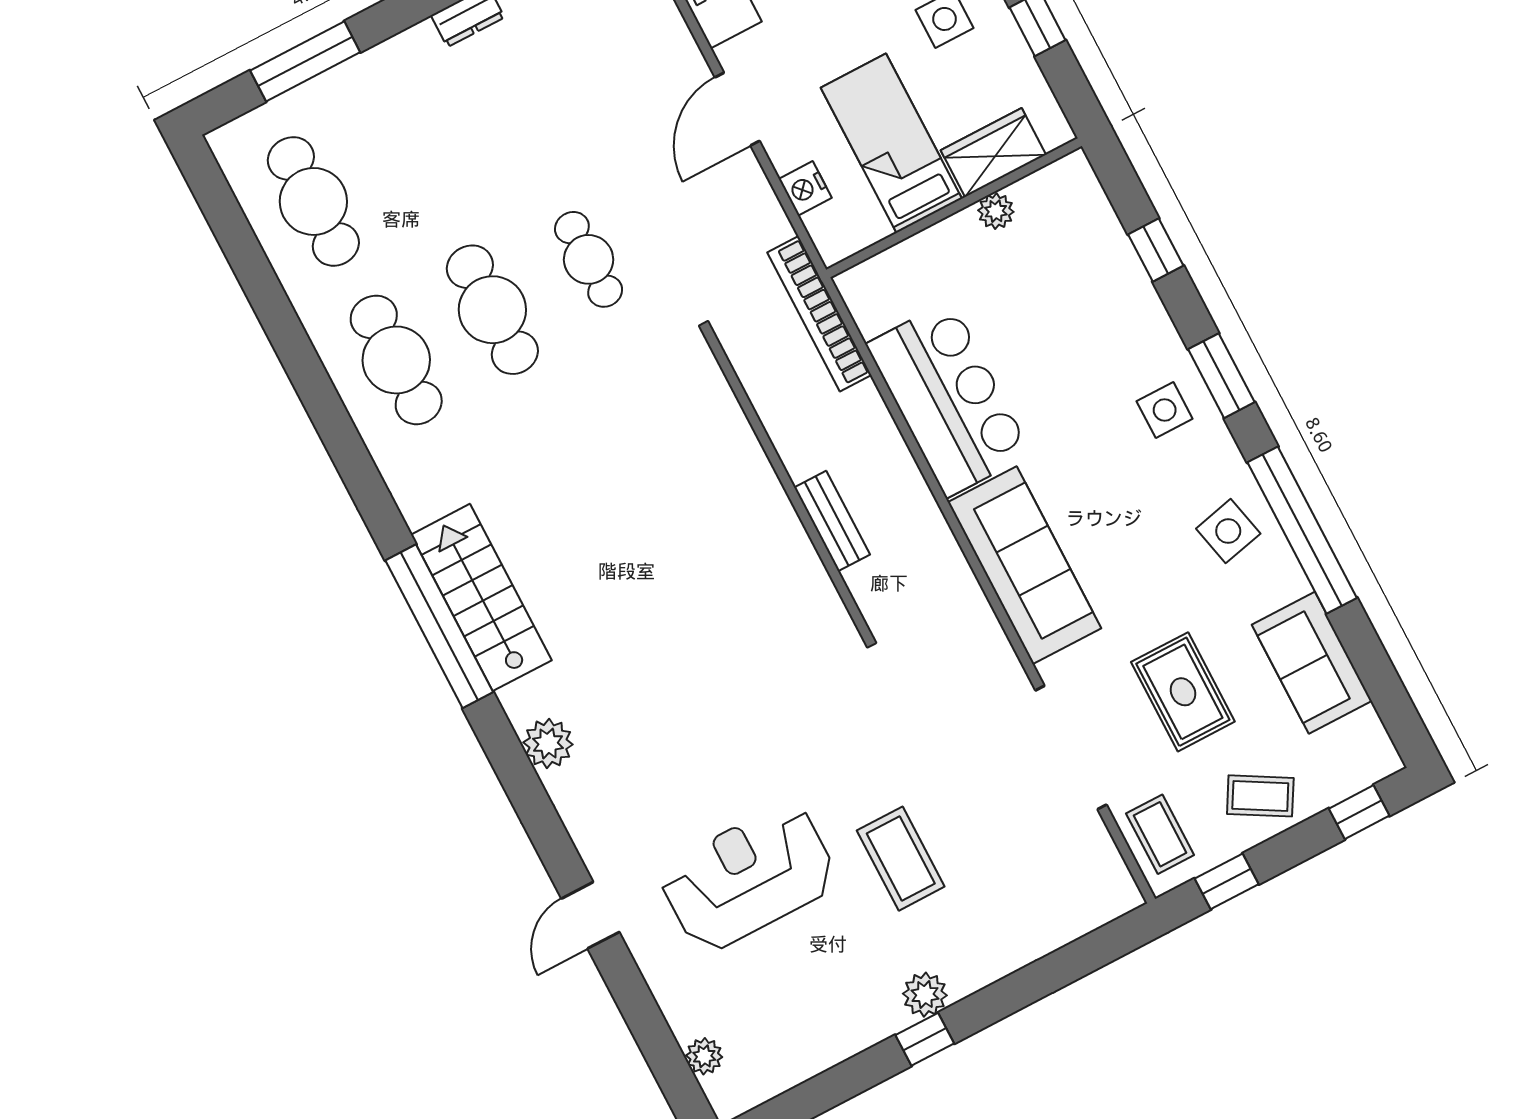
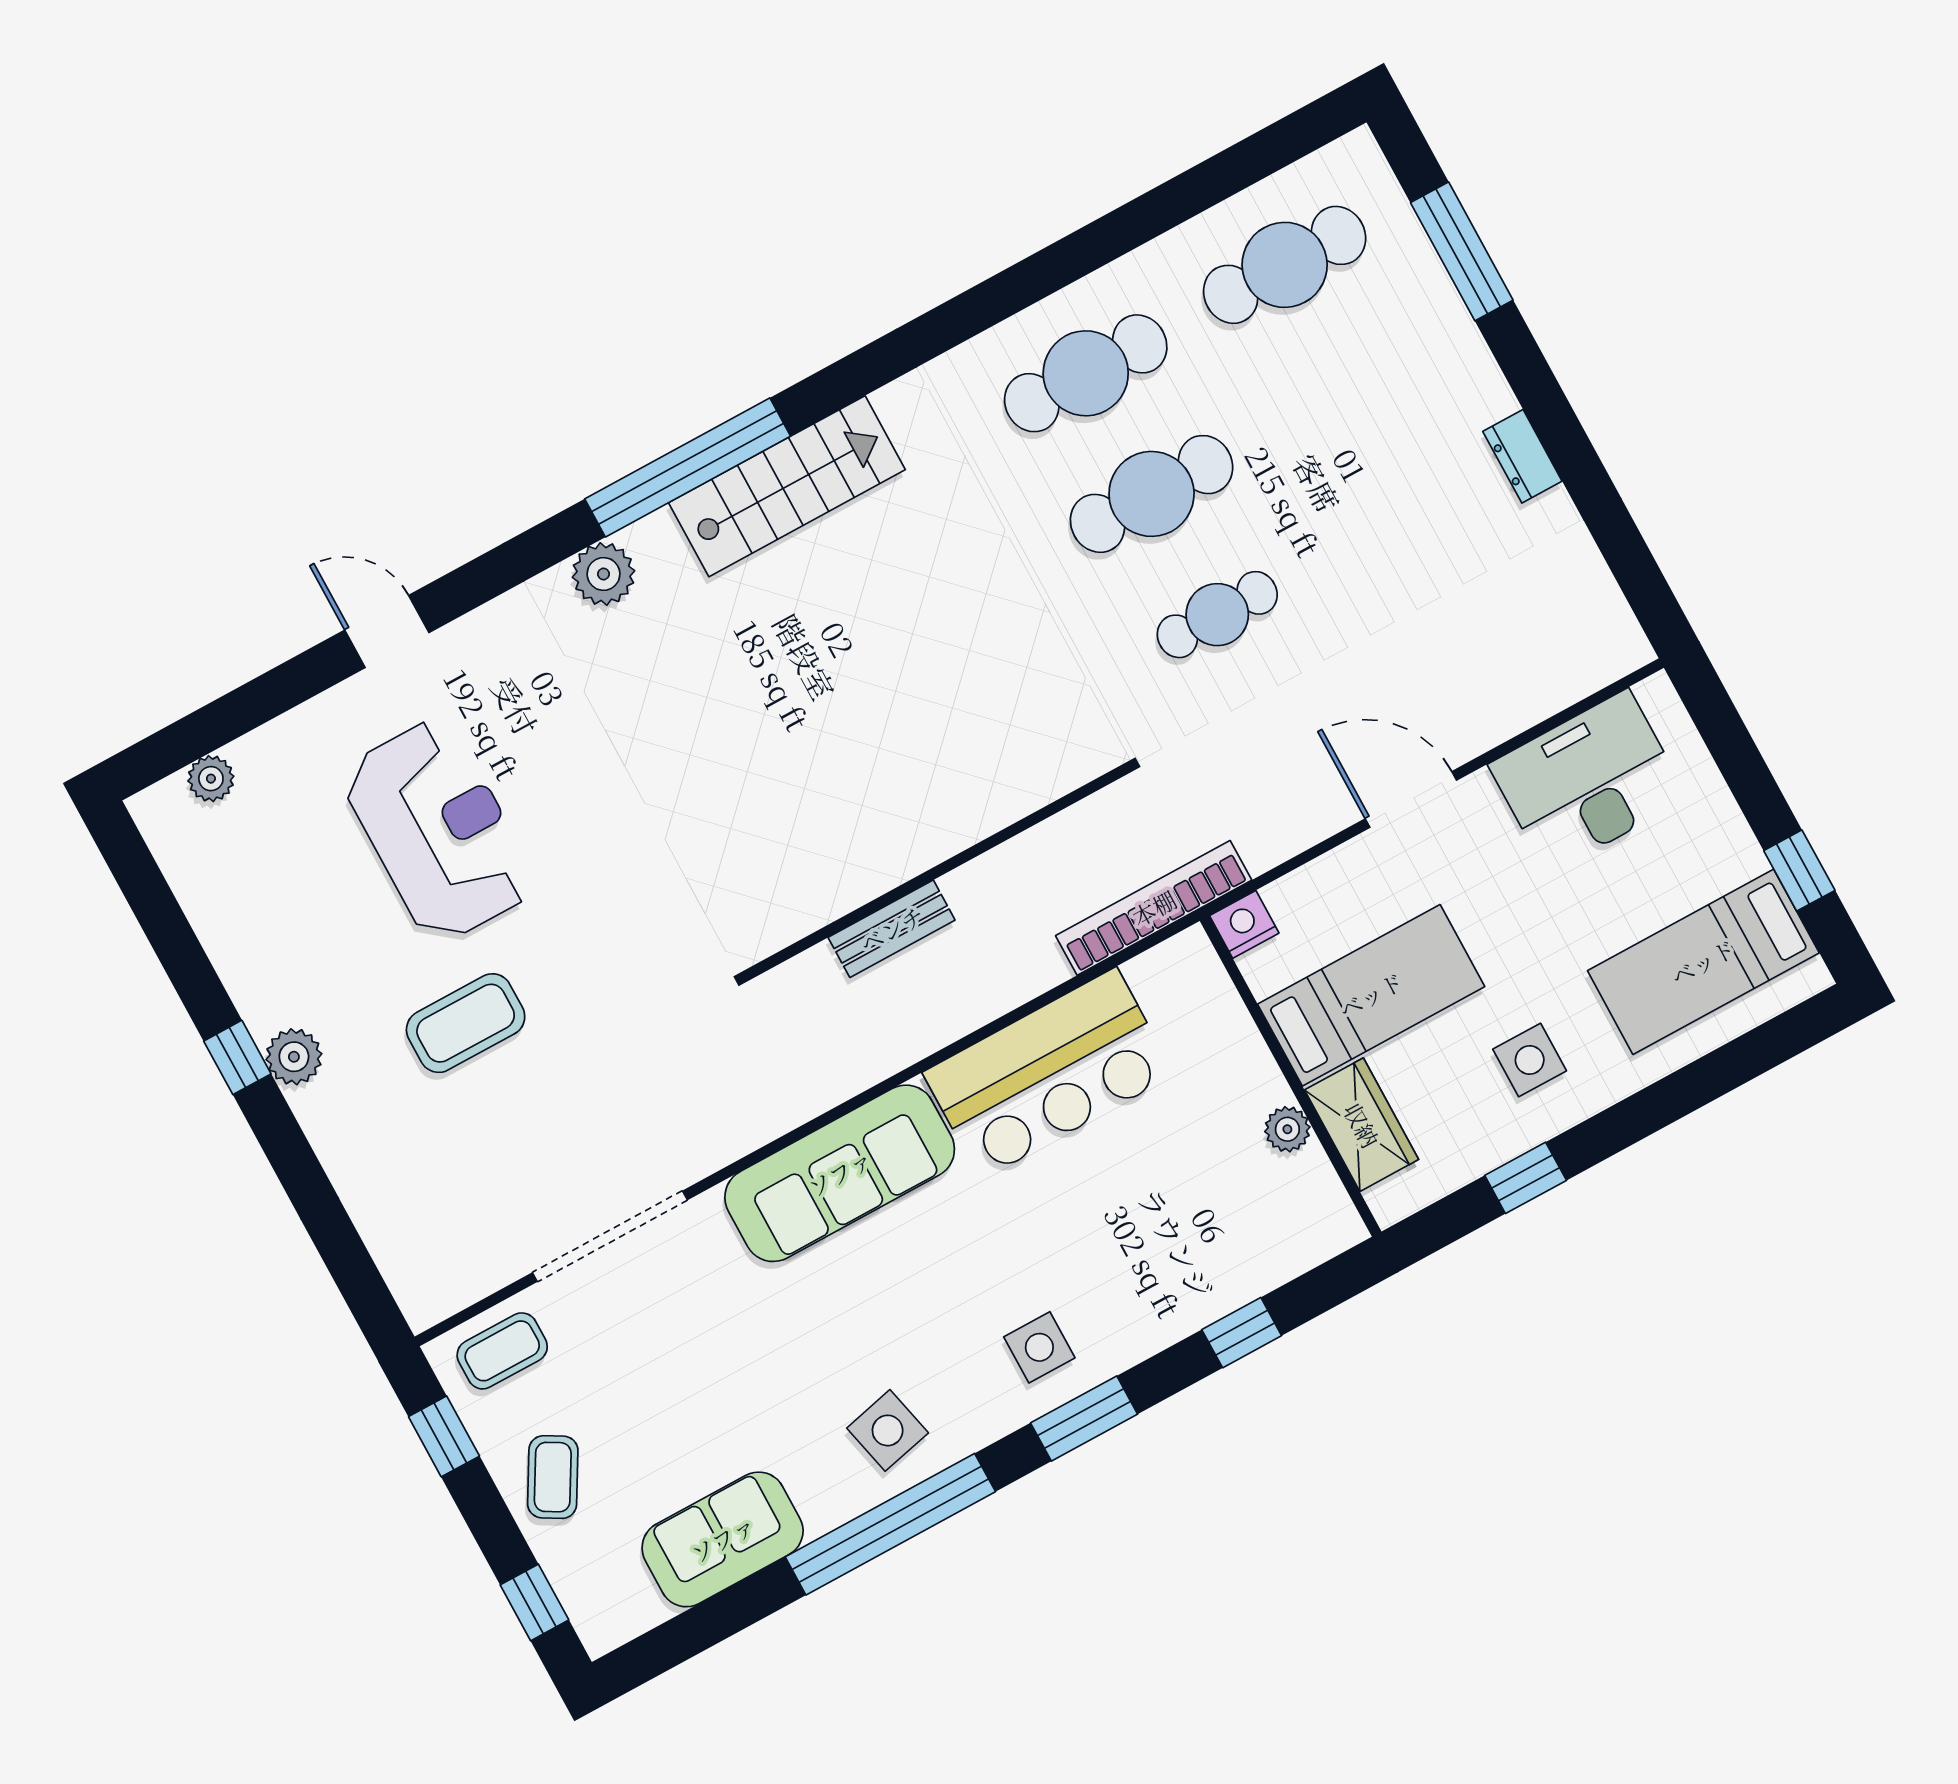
nightstand: (805, 188) -> (1244, 924), moved
window: (439, 626) -> (688, 467), moved
rug: (1183, 692) -> (683, 1377), removed

